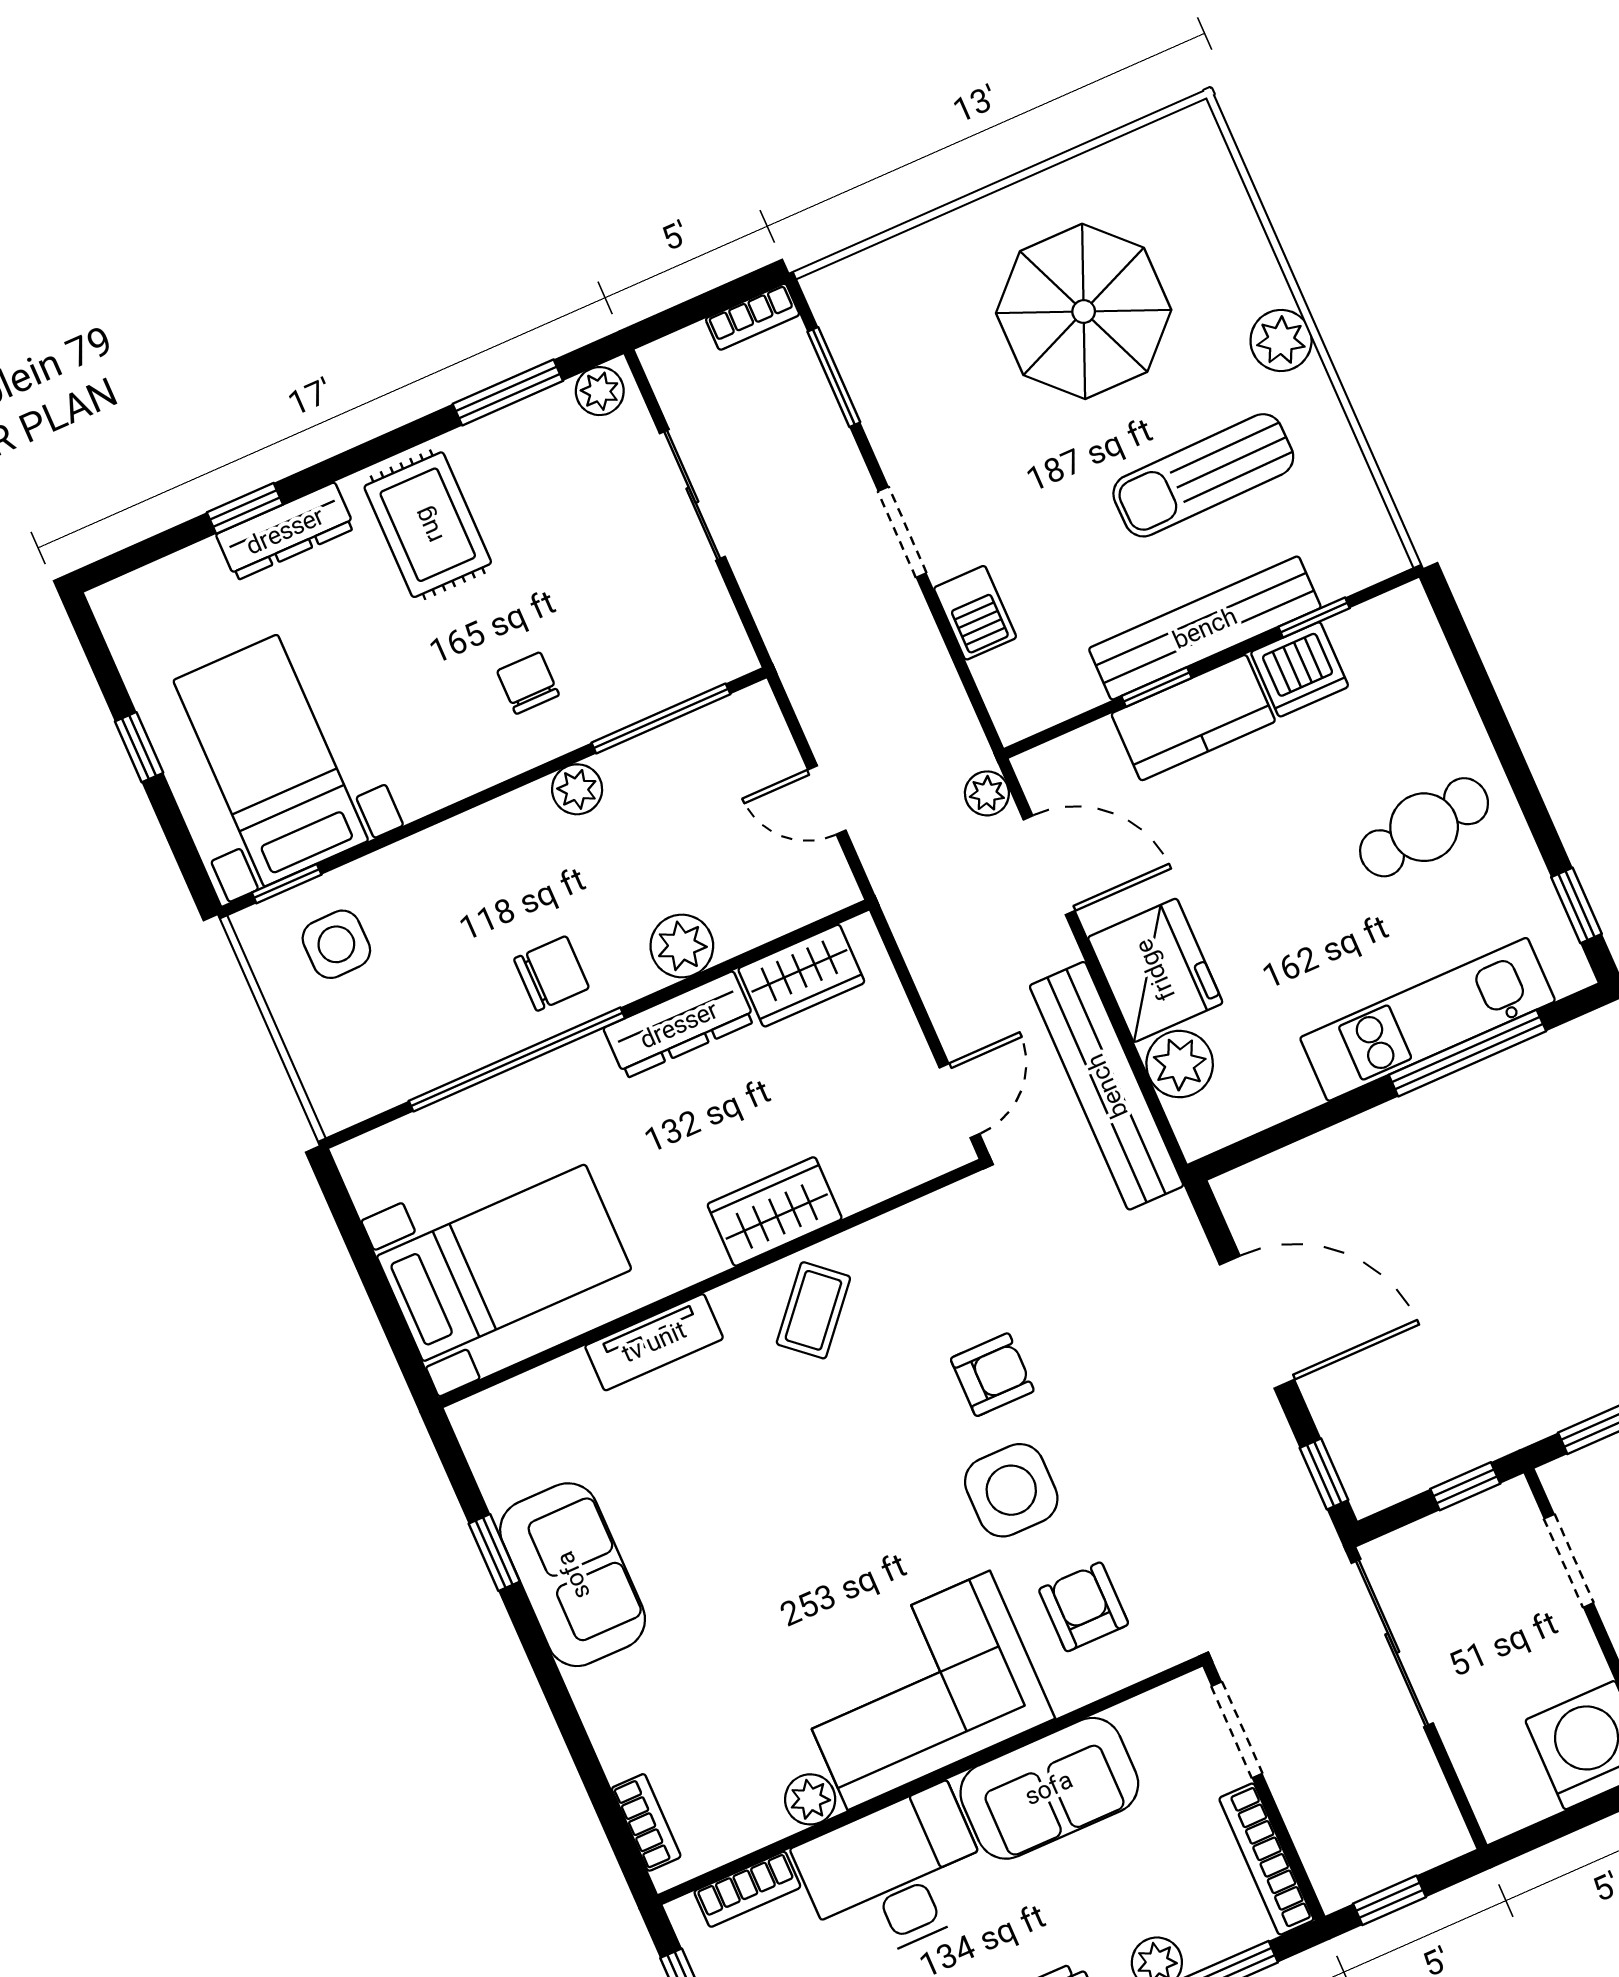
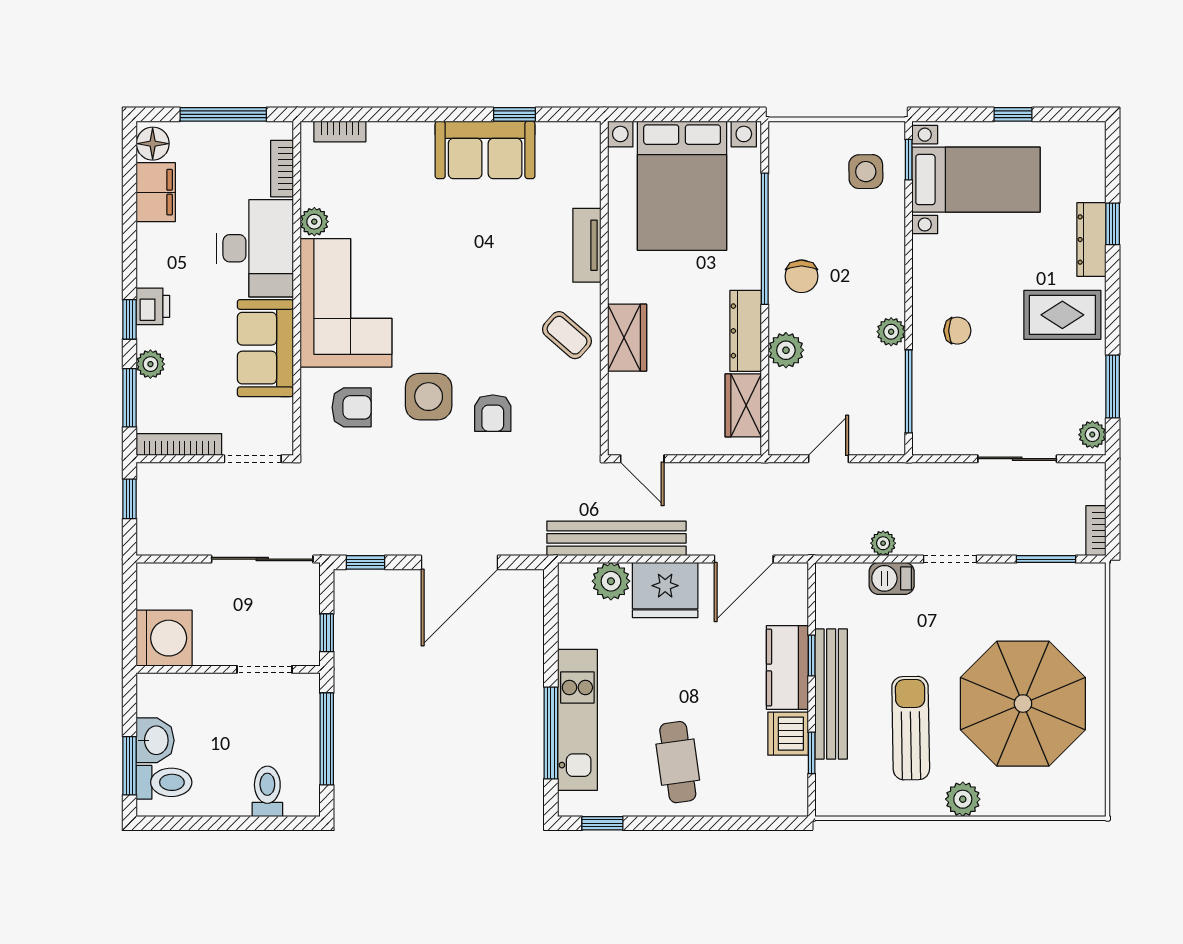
parasol: (1084, 311) -> (1023, 704), width x1.36, depth x1.36
plant: (987, 793) -> (883, 543), moved
bed with nightstands: (504, 1263) -> (682, 186), width x1.36

